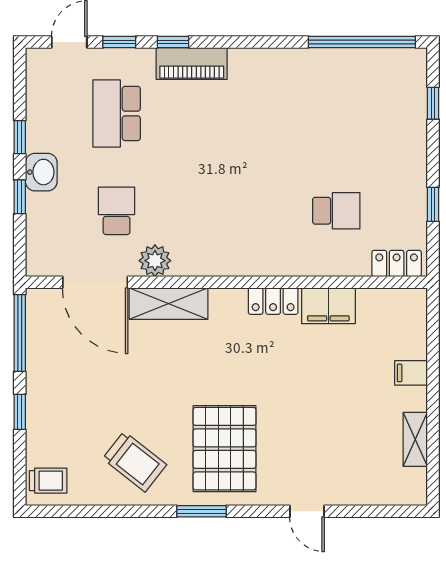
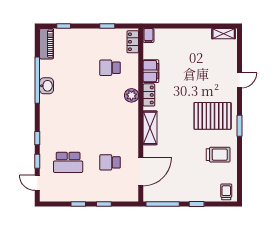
window: (362, 42) -> (37, 80), moved
piano: (192, 63) -> (47, 44), moved
washbasin: (41, 172) -> (47, 86), moved, turned 90
school desk: (336, 211) -> (110, 68), turned -90
plant: (155, 261) -> (131, 95), moved
shelving: (169, 304) -> (150, 128), moved
filing cabinet: (411, 373) -> (148, 36), moved
shelving: (415, 439) -> (224, 34), moved
trolley: (135, 462) -> (218, 155), turned 52

